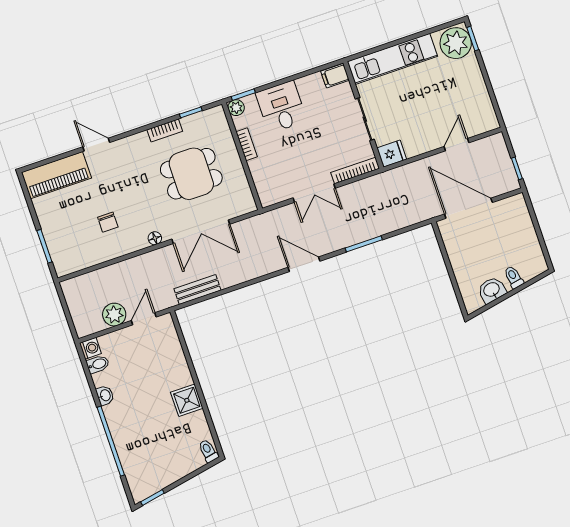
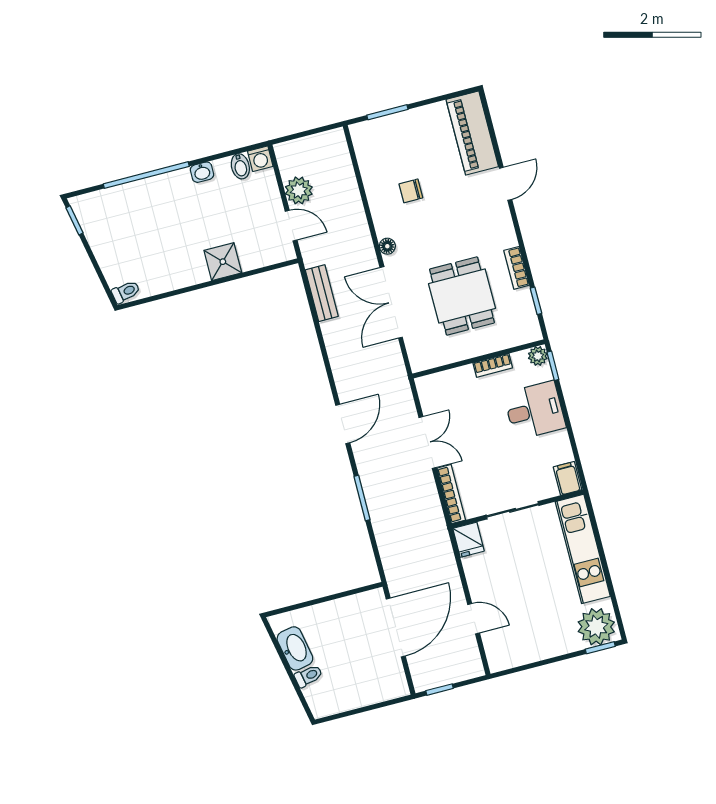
double door: (314, 193) -> (428, 443), swing flipped
washbasin: (492, 290) -> (295, 648), width x1.38
shower: (187, 400) -> (223, 262), moved

